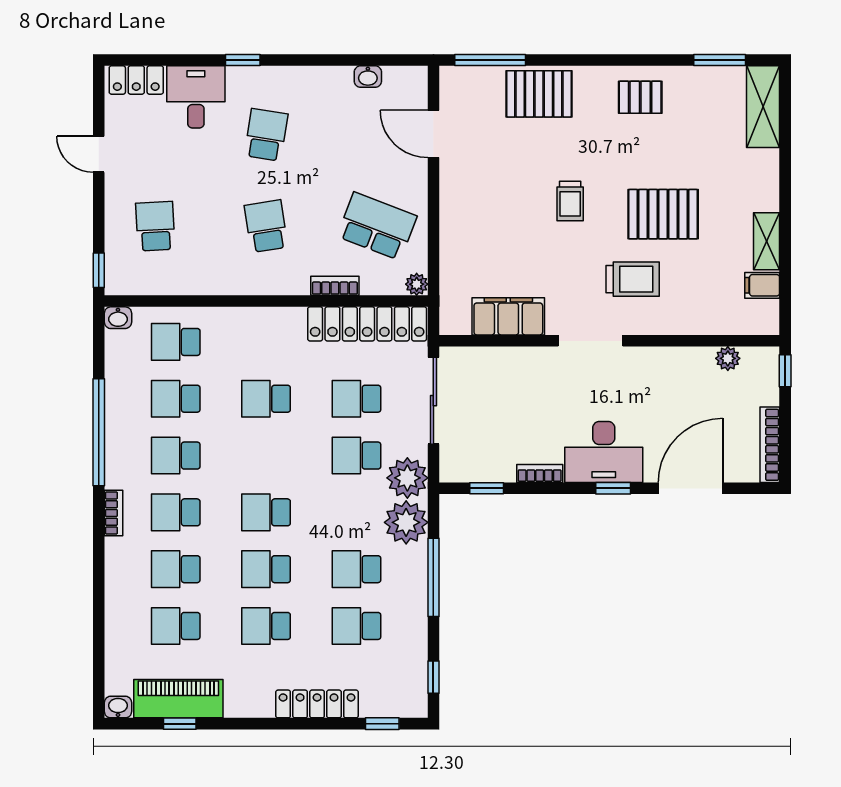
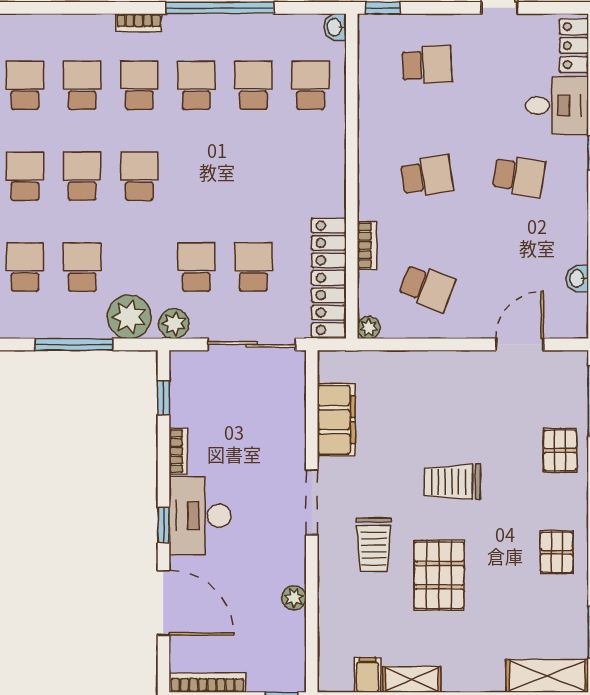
pallet: (539, 94) -> (560, 450), width x0.67, depth x0.71
trolley: (570, 201) -> (452, 482), width x1.36, depth x1.39
school desk: (377, 226) -> (427, 288), width x0.54
plant: (728, 358) -> (294, 598), moved
school desk: (266, 399) -> (253, 176), removed
plant: (407, 478) -> (174, 324), width x0.73, depth x0.73

